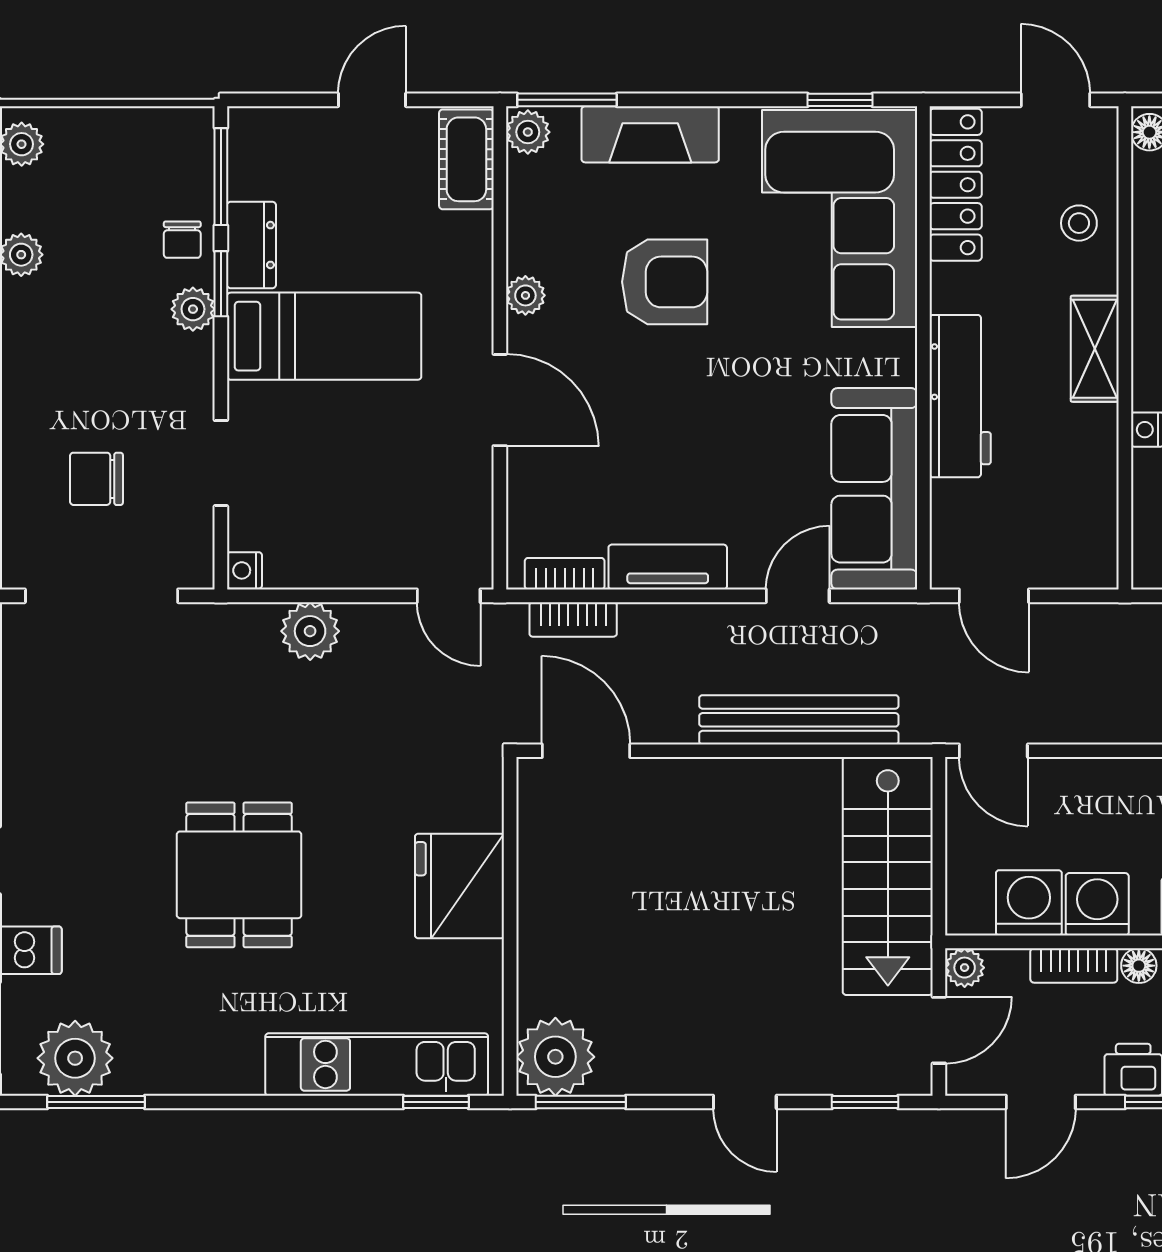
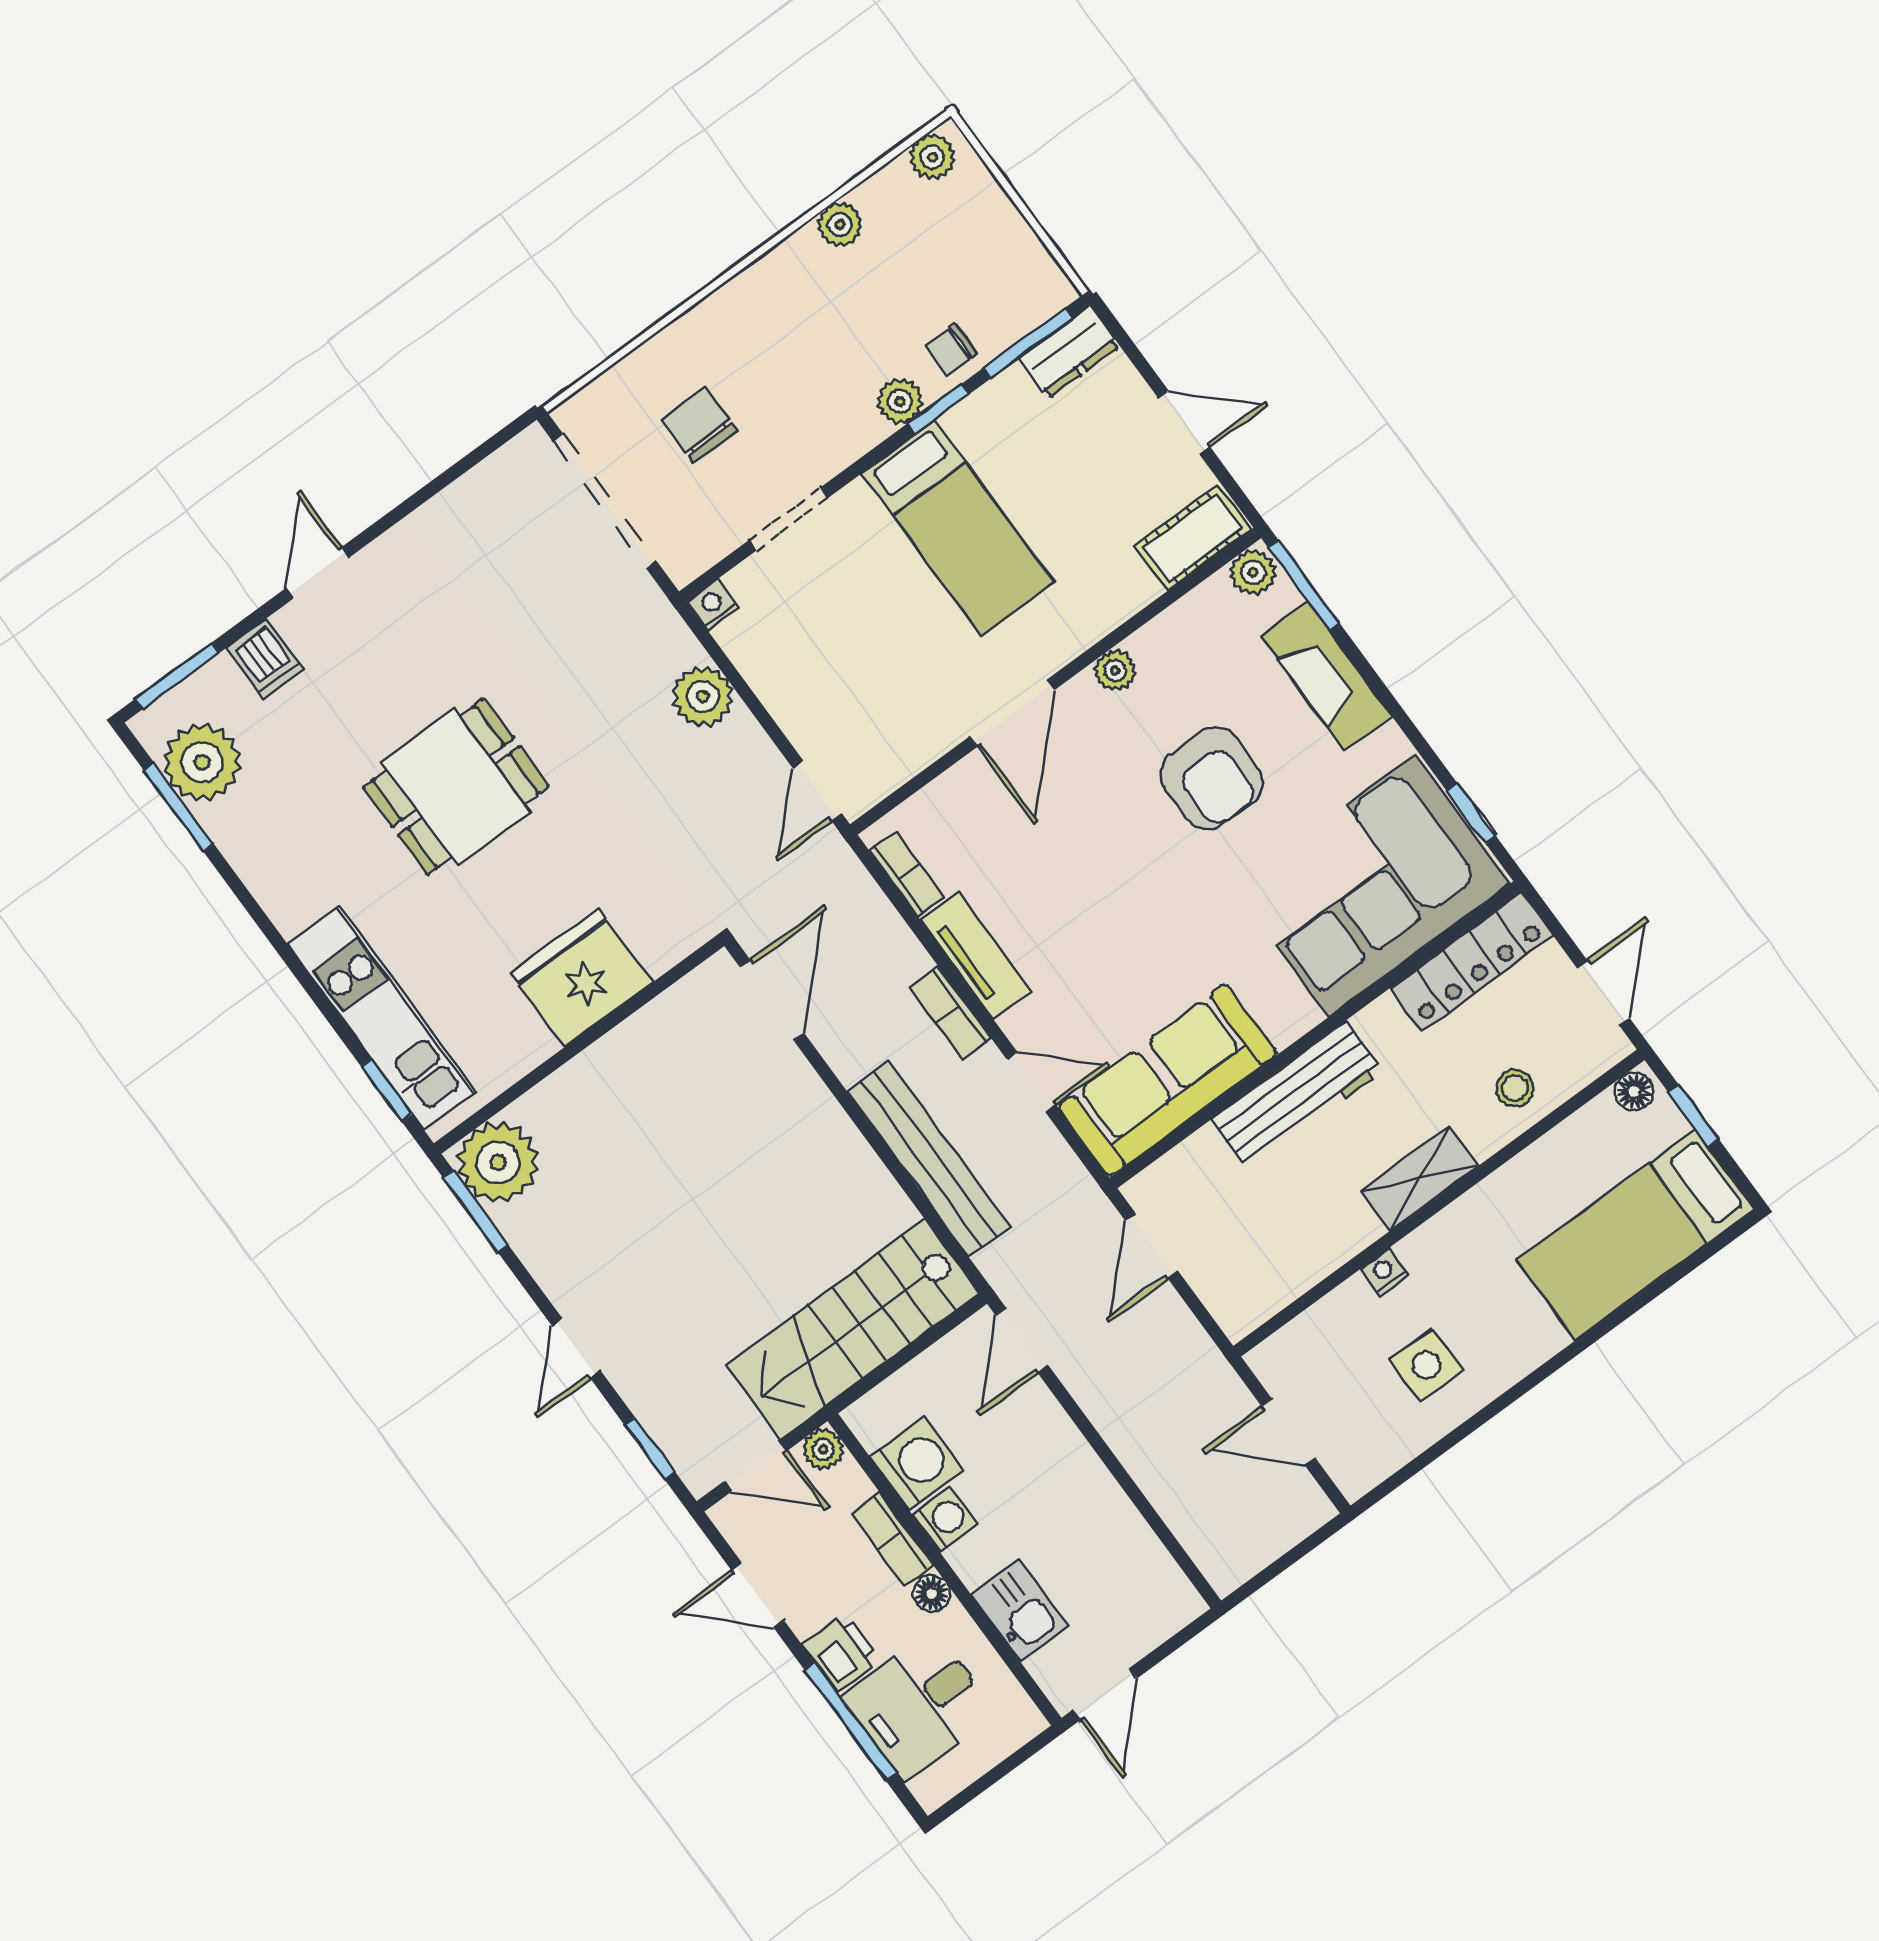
dresser: (251, 245) -> (1069, 352), moved
bookcase: (573, 619) -> (950, 1013), moved
washing machine: (1097, 904) -> (945, 1519), width x0.73, depth x0.73

